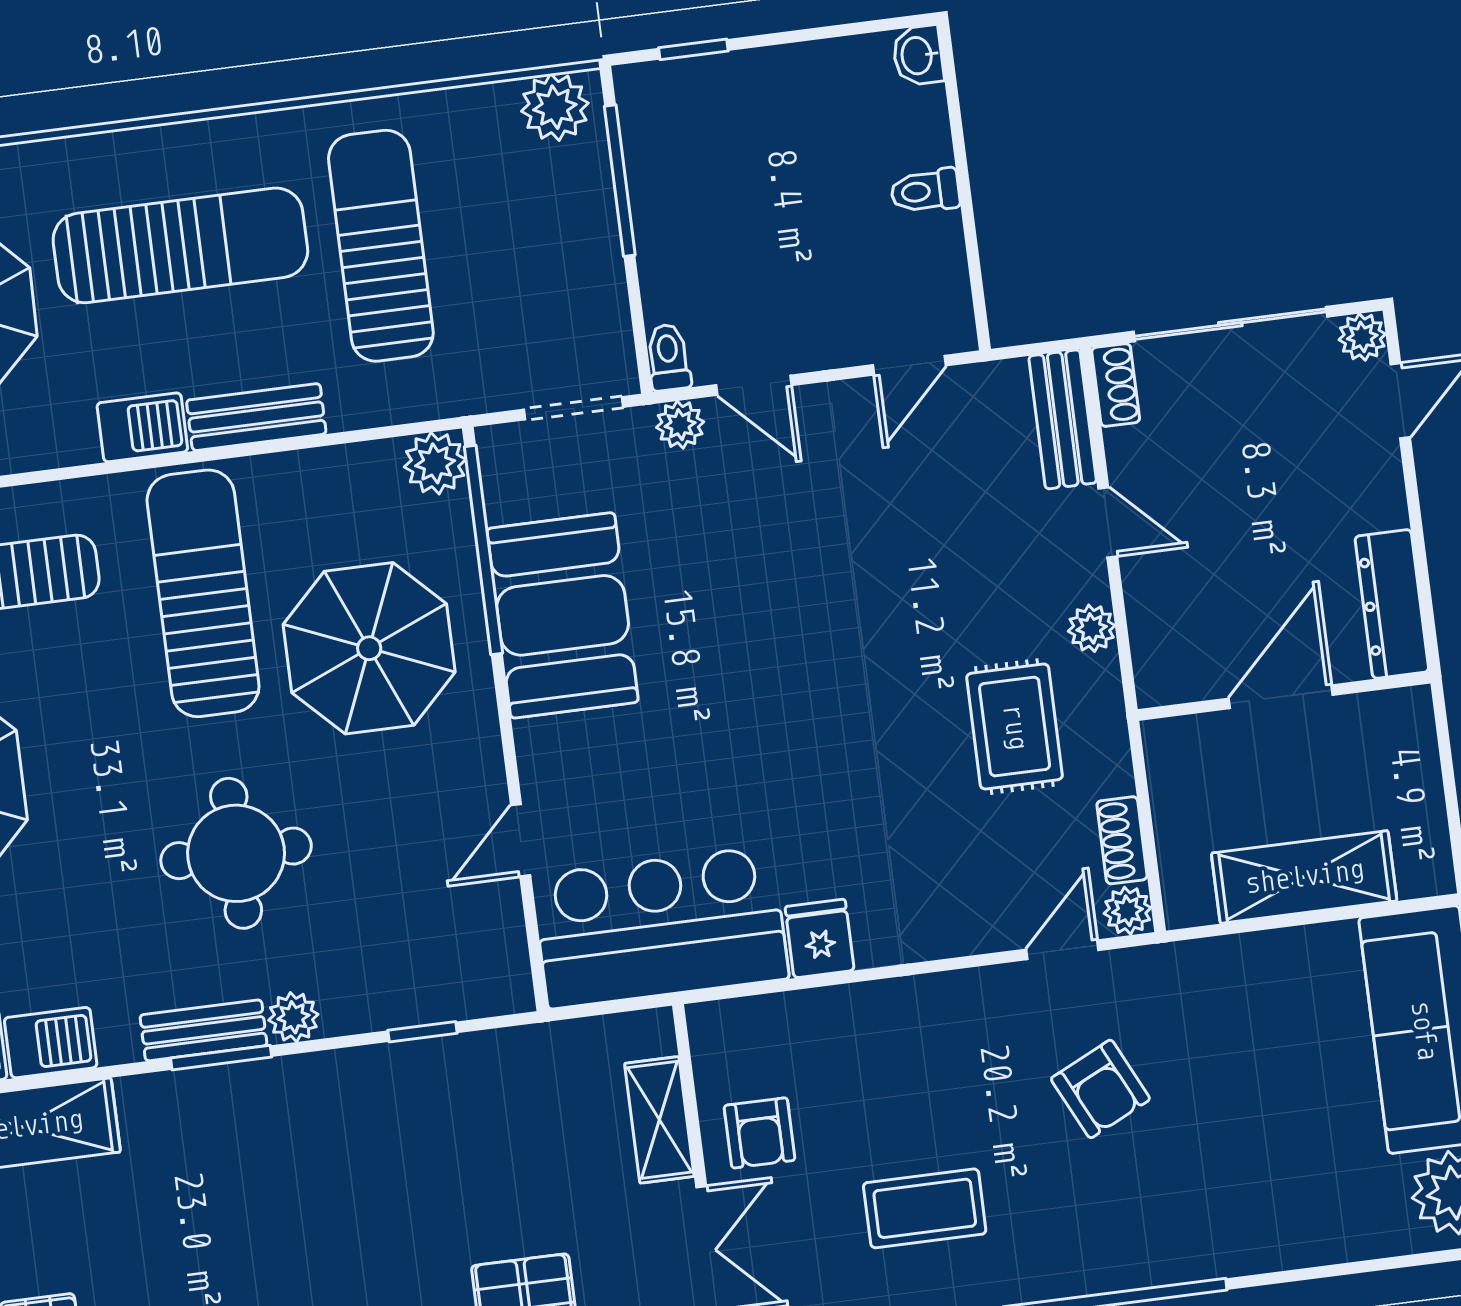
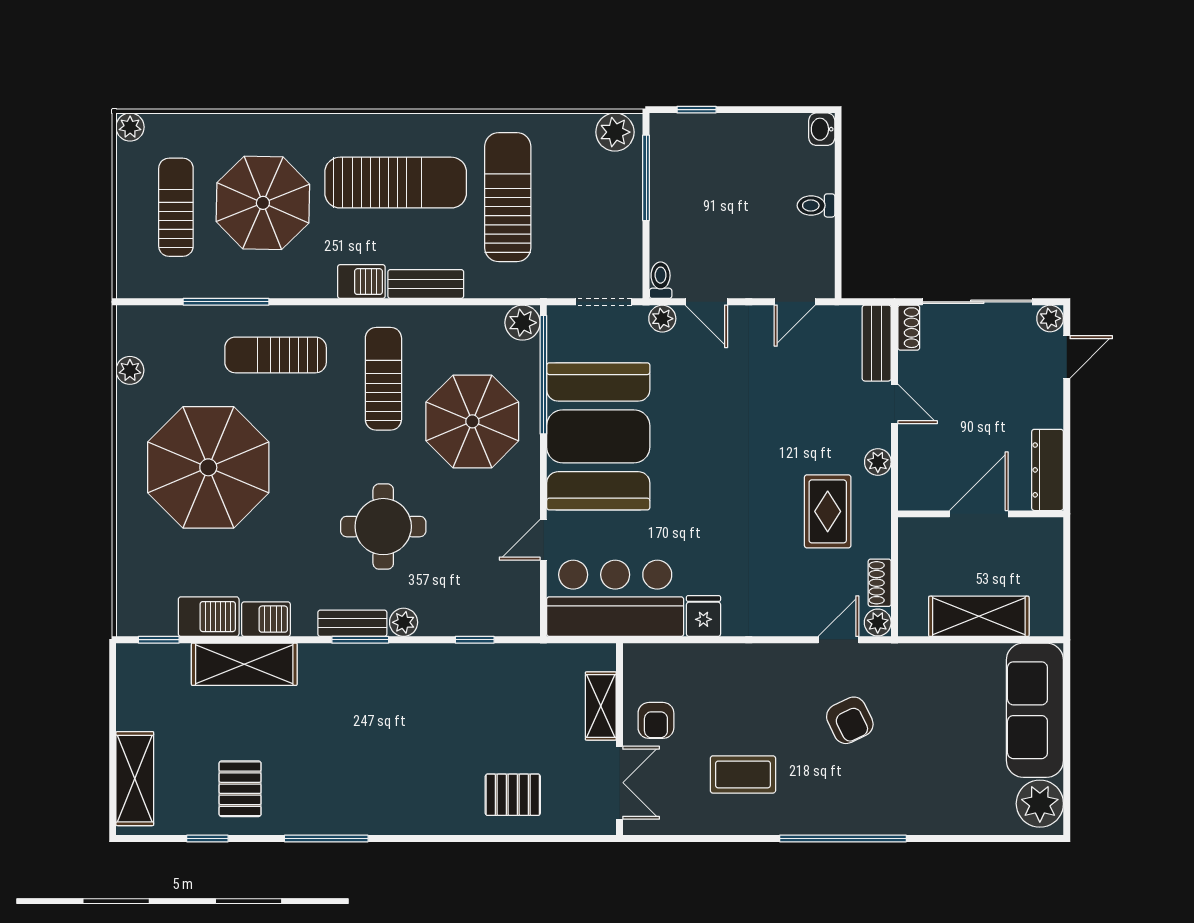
sun lounger: (203, 593) -> (383, 379), width x0.73, depth x0.75
booth: (563, 615) -> (598, 436), width x1.36, depth x1.42

